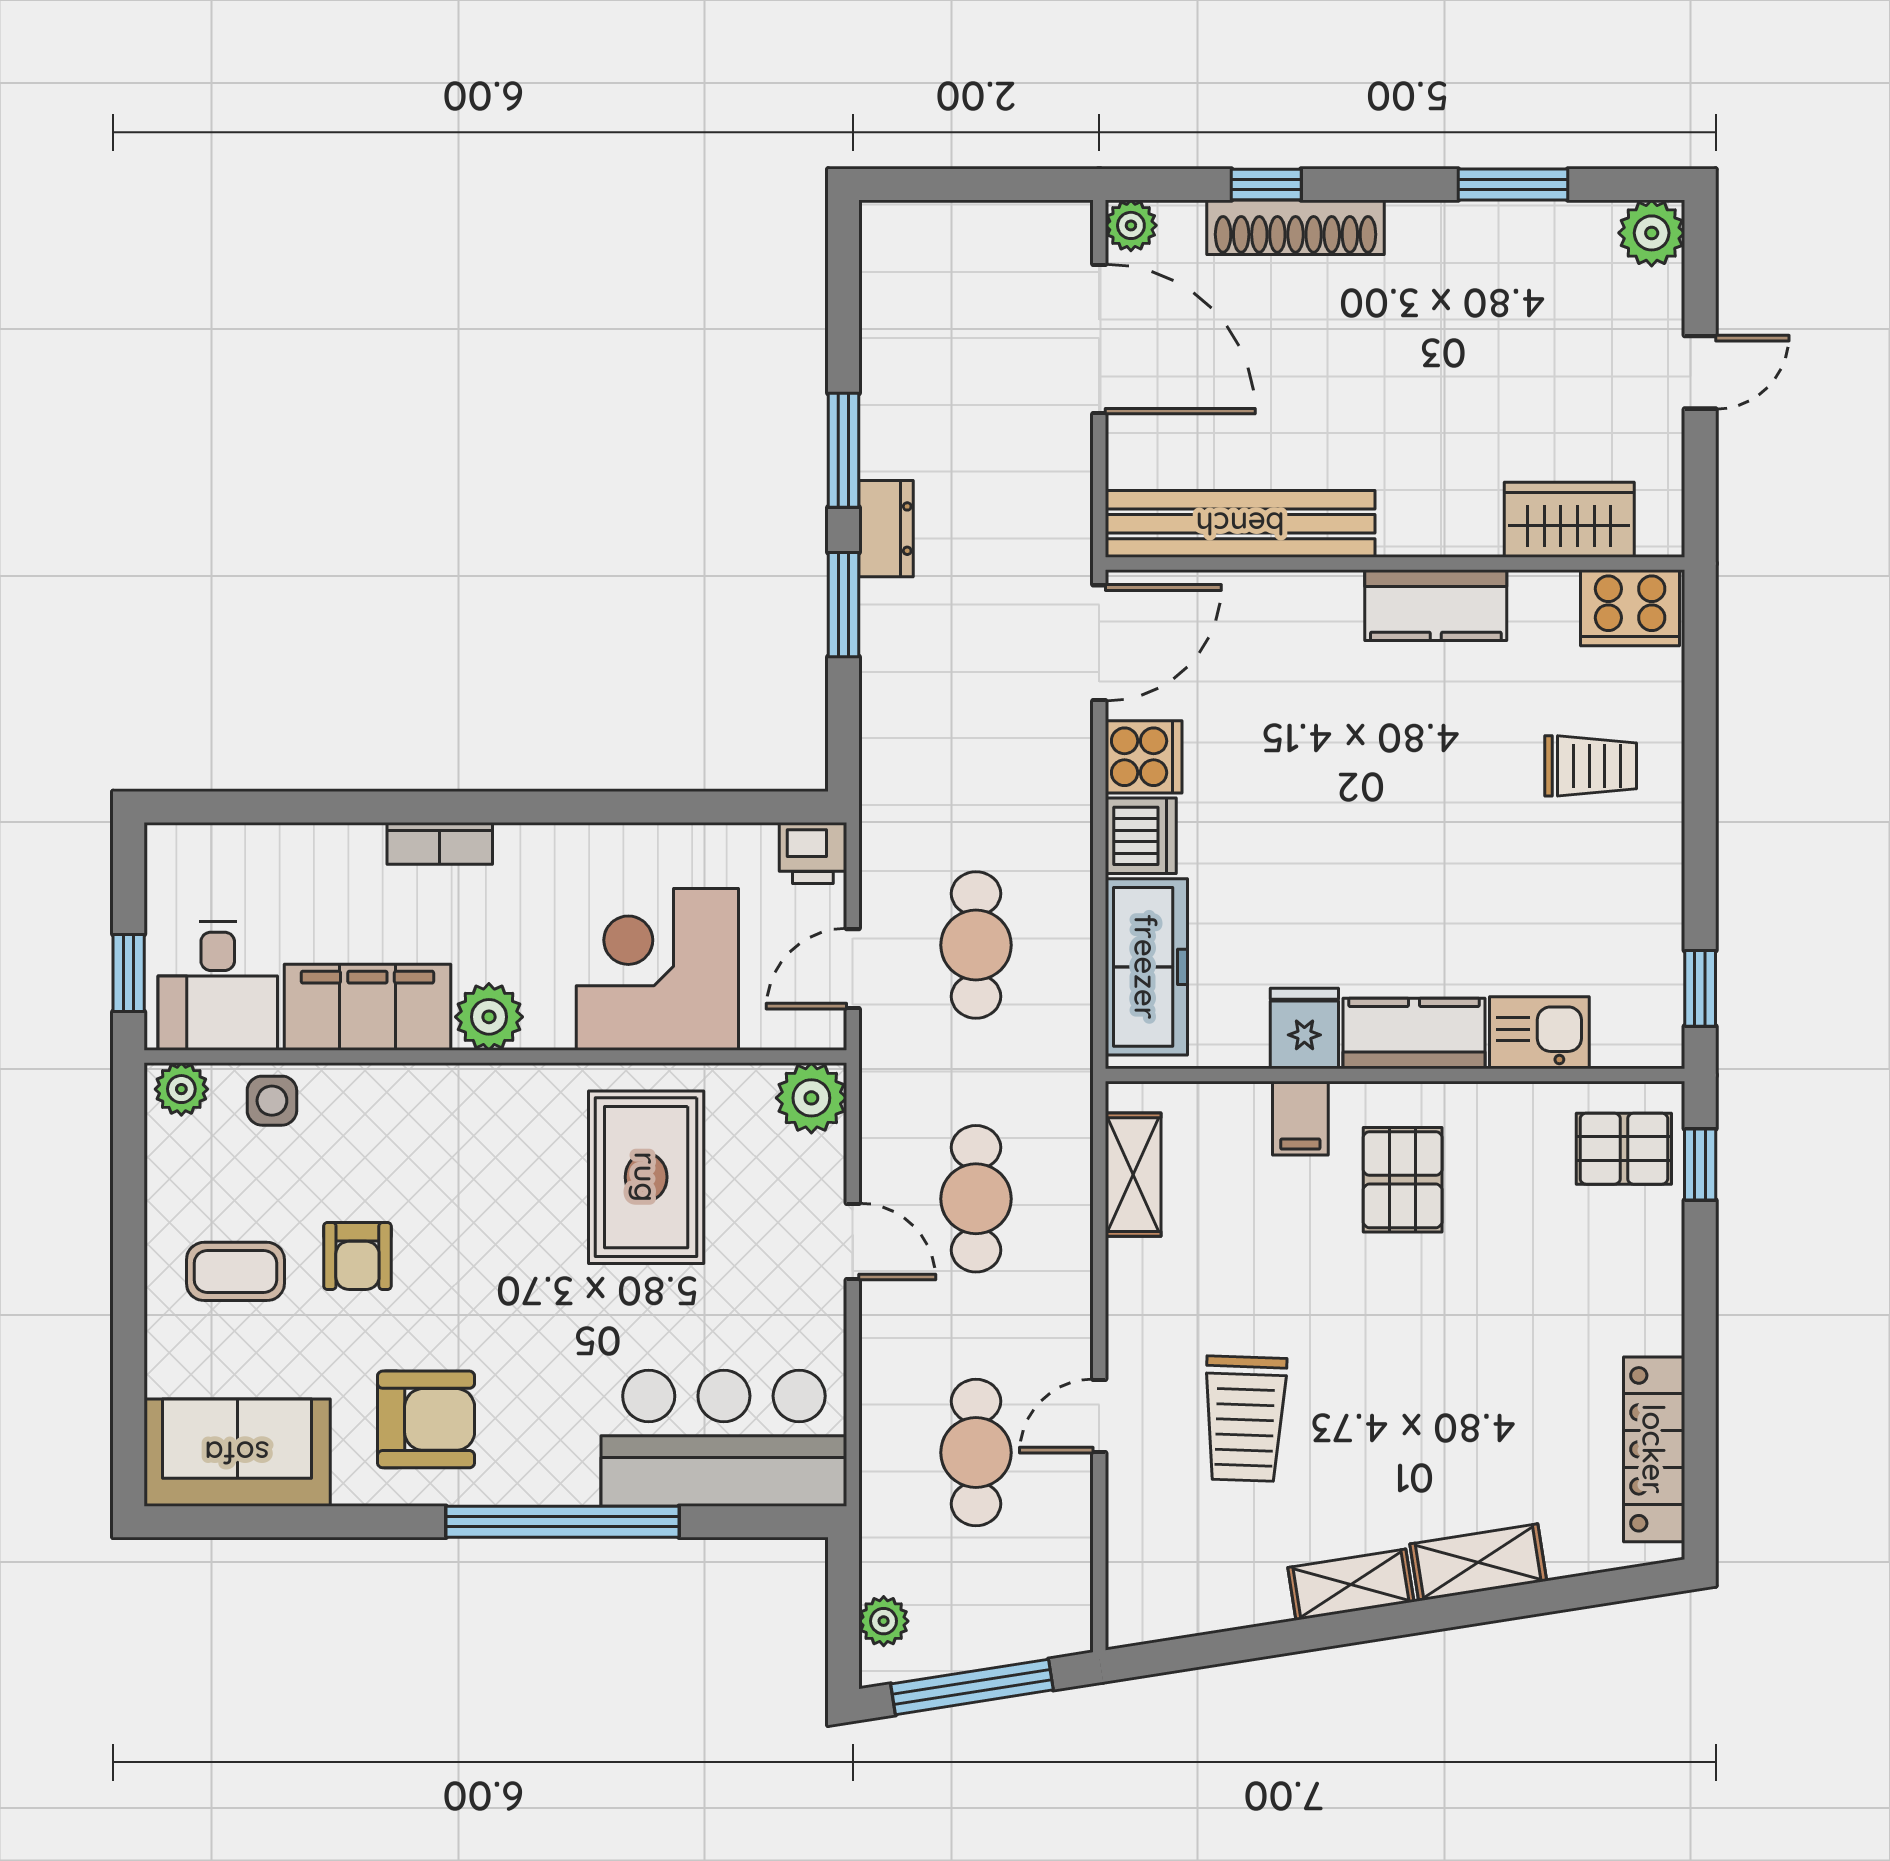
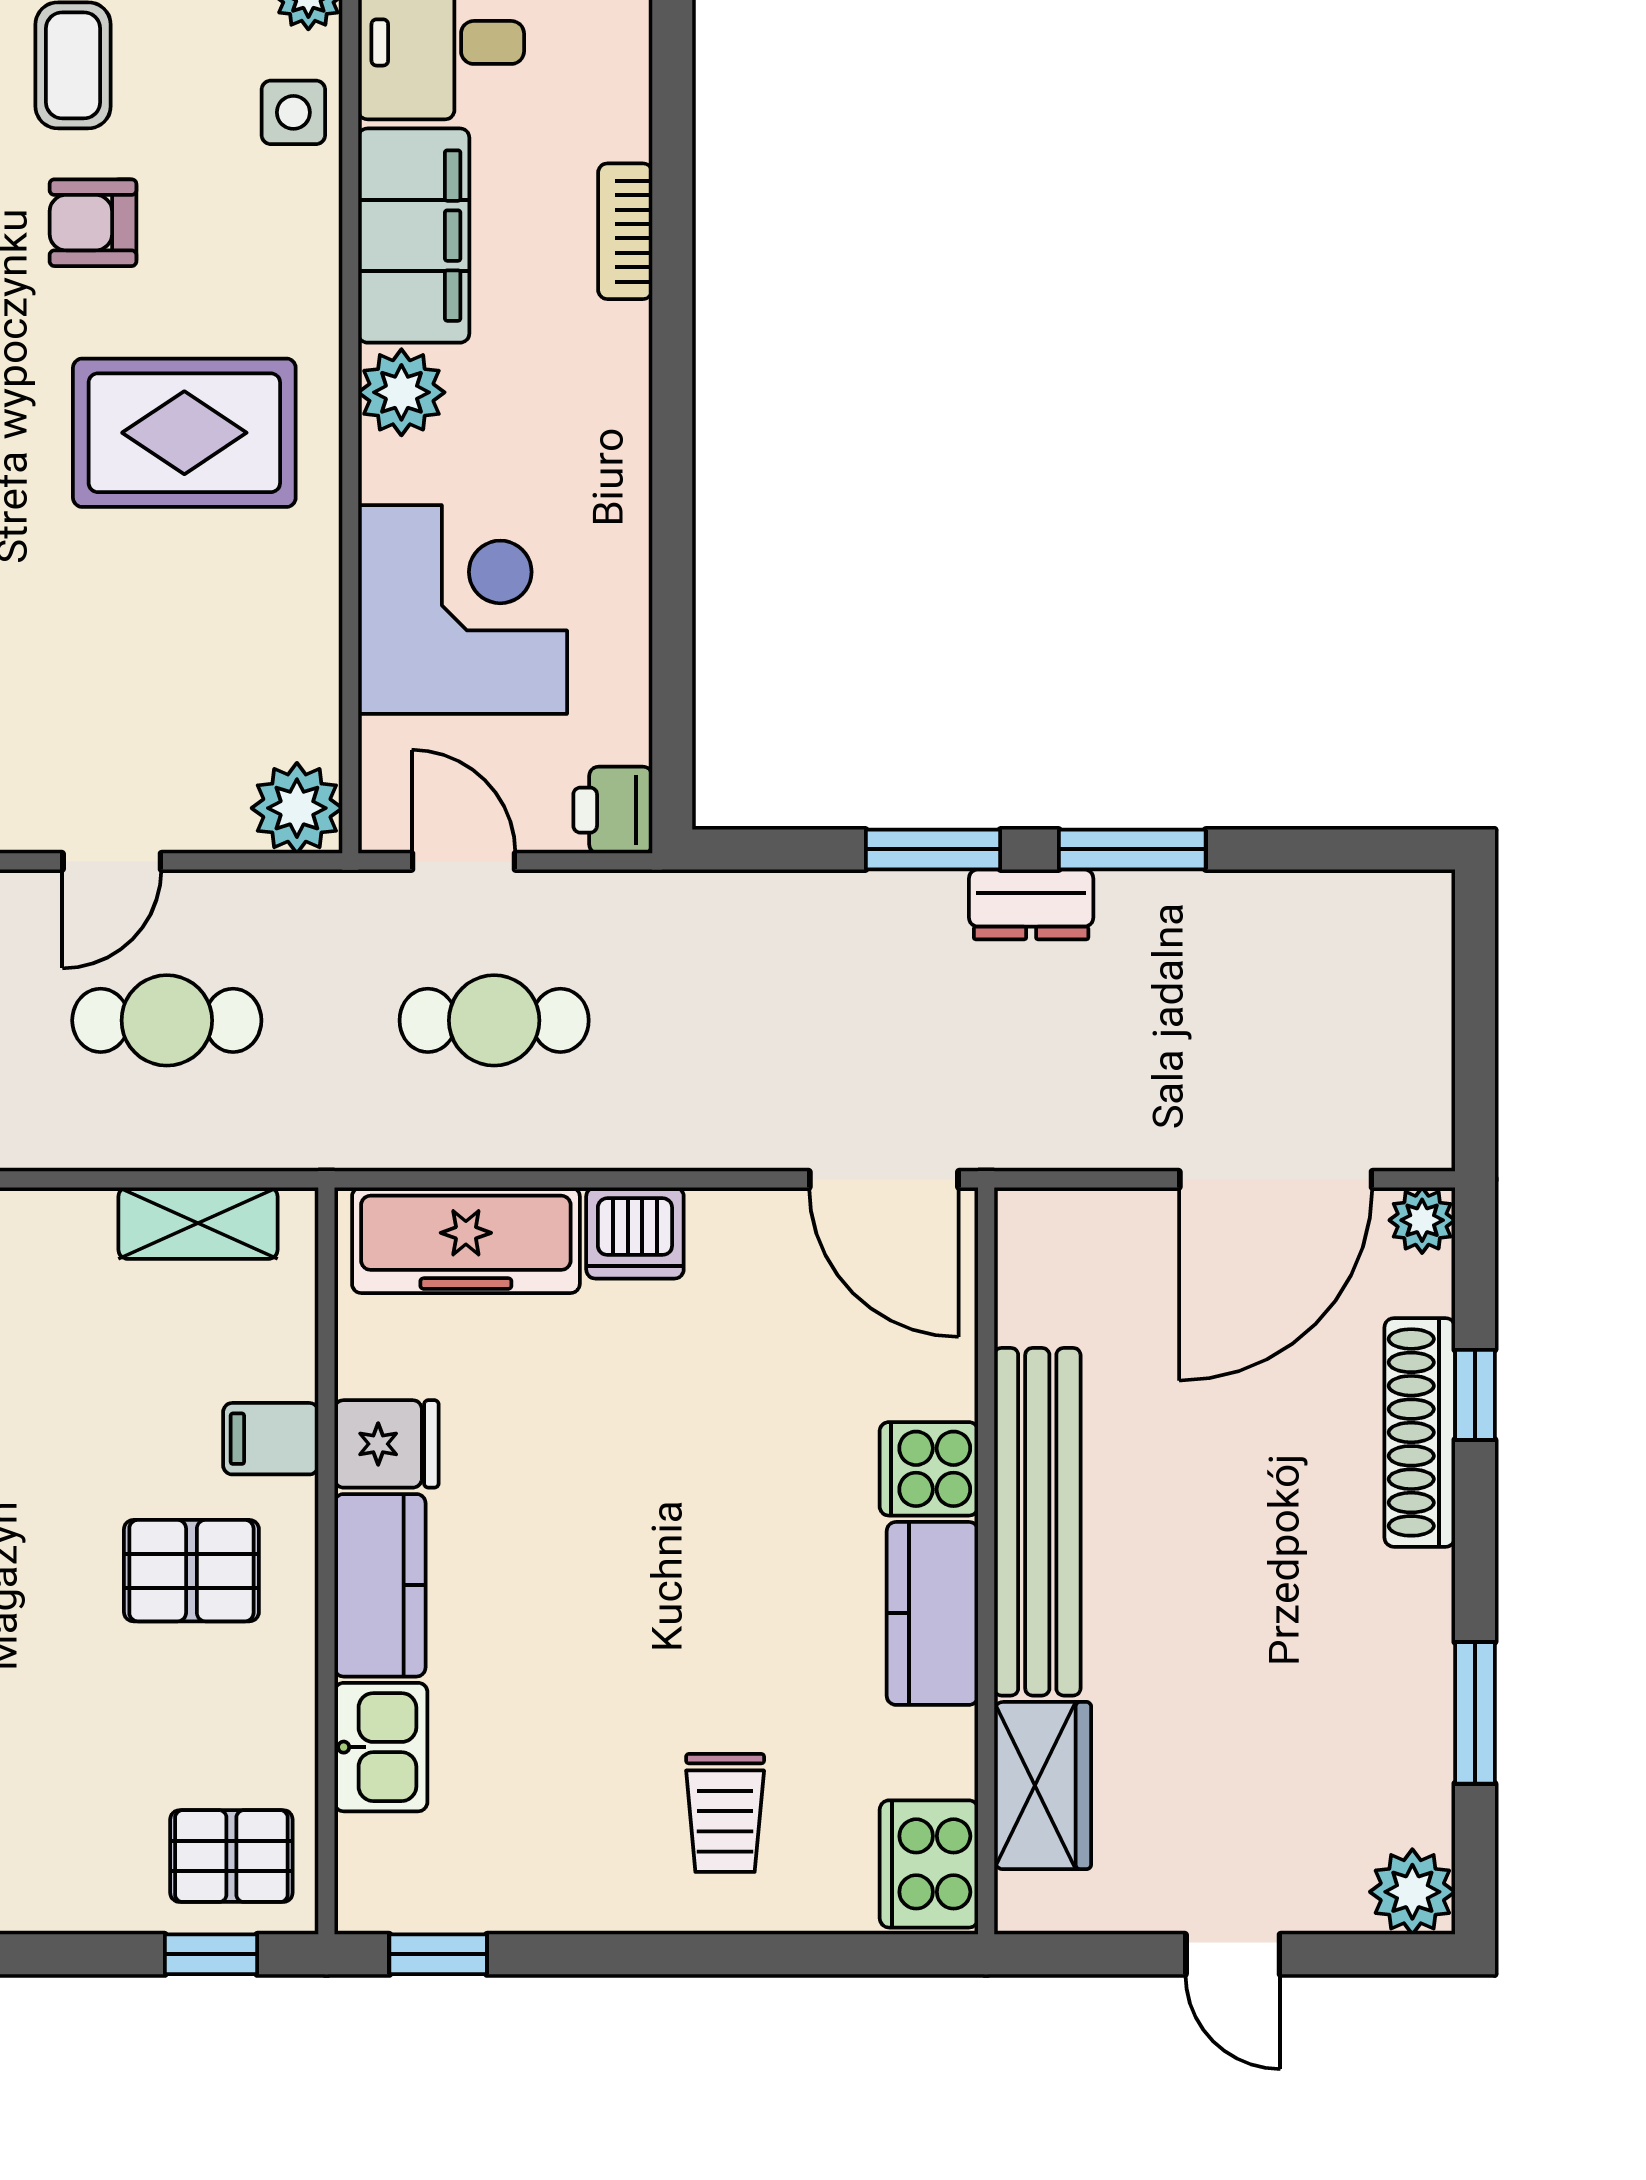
bench: (1240, 524) -> (1037, 1522), moved
cooker: (1144, 757) -> (929, 1469), moved, turned 90
bookcase: (440, 843) -> (625, 231), moved
pallet: (1624, 1149) -> (231, 1856), turned 90
rug: (646, 1177) -> (184, 433), moved

